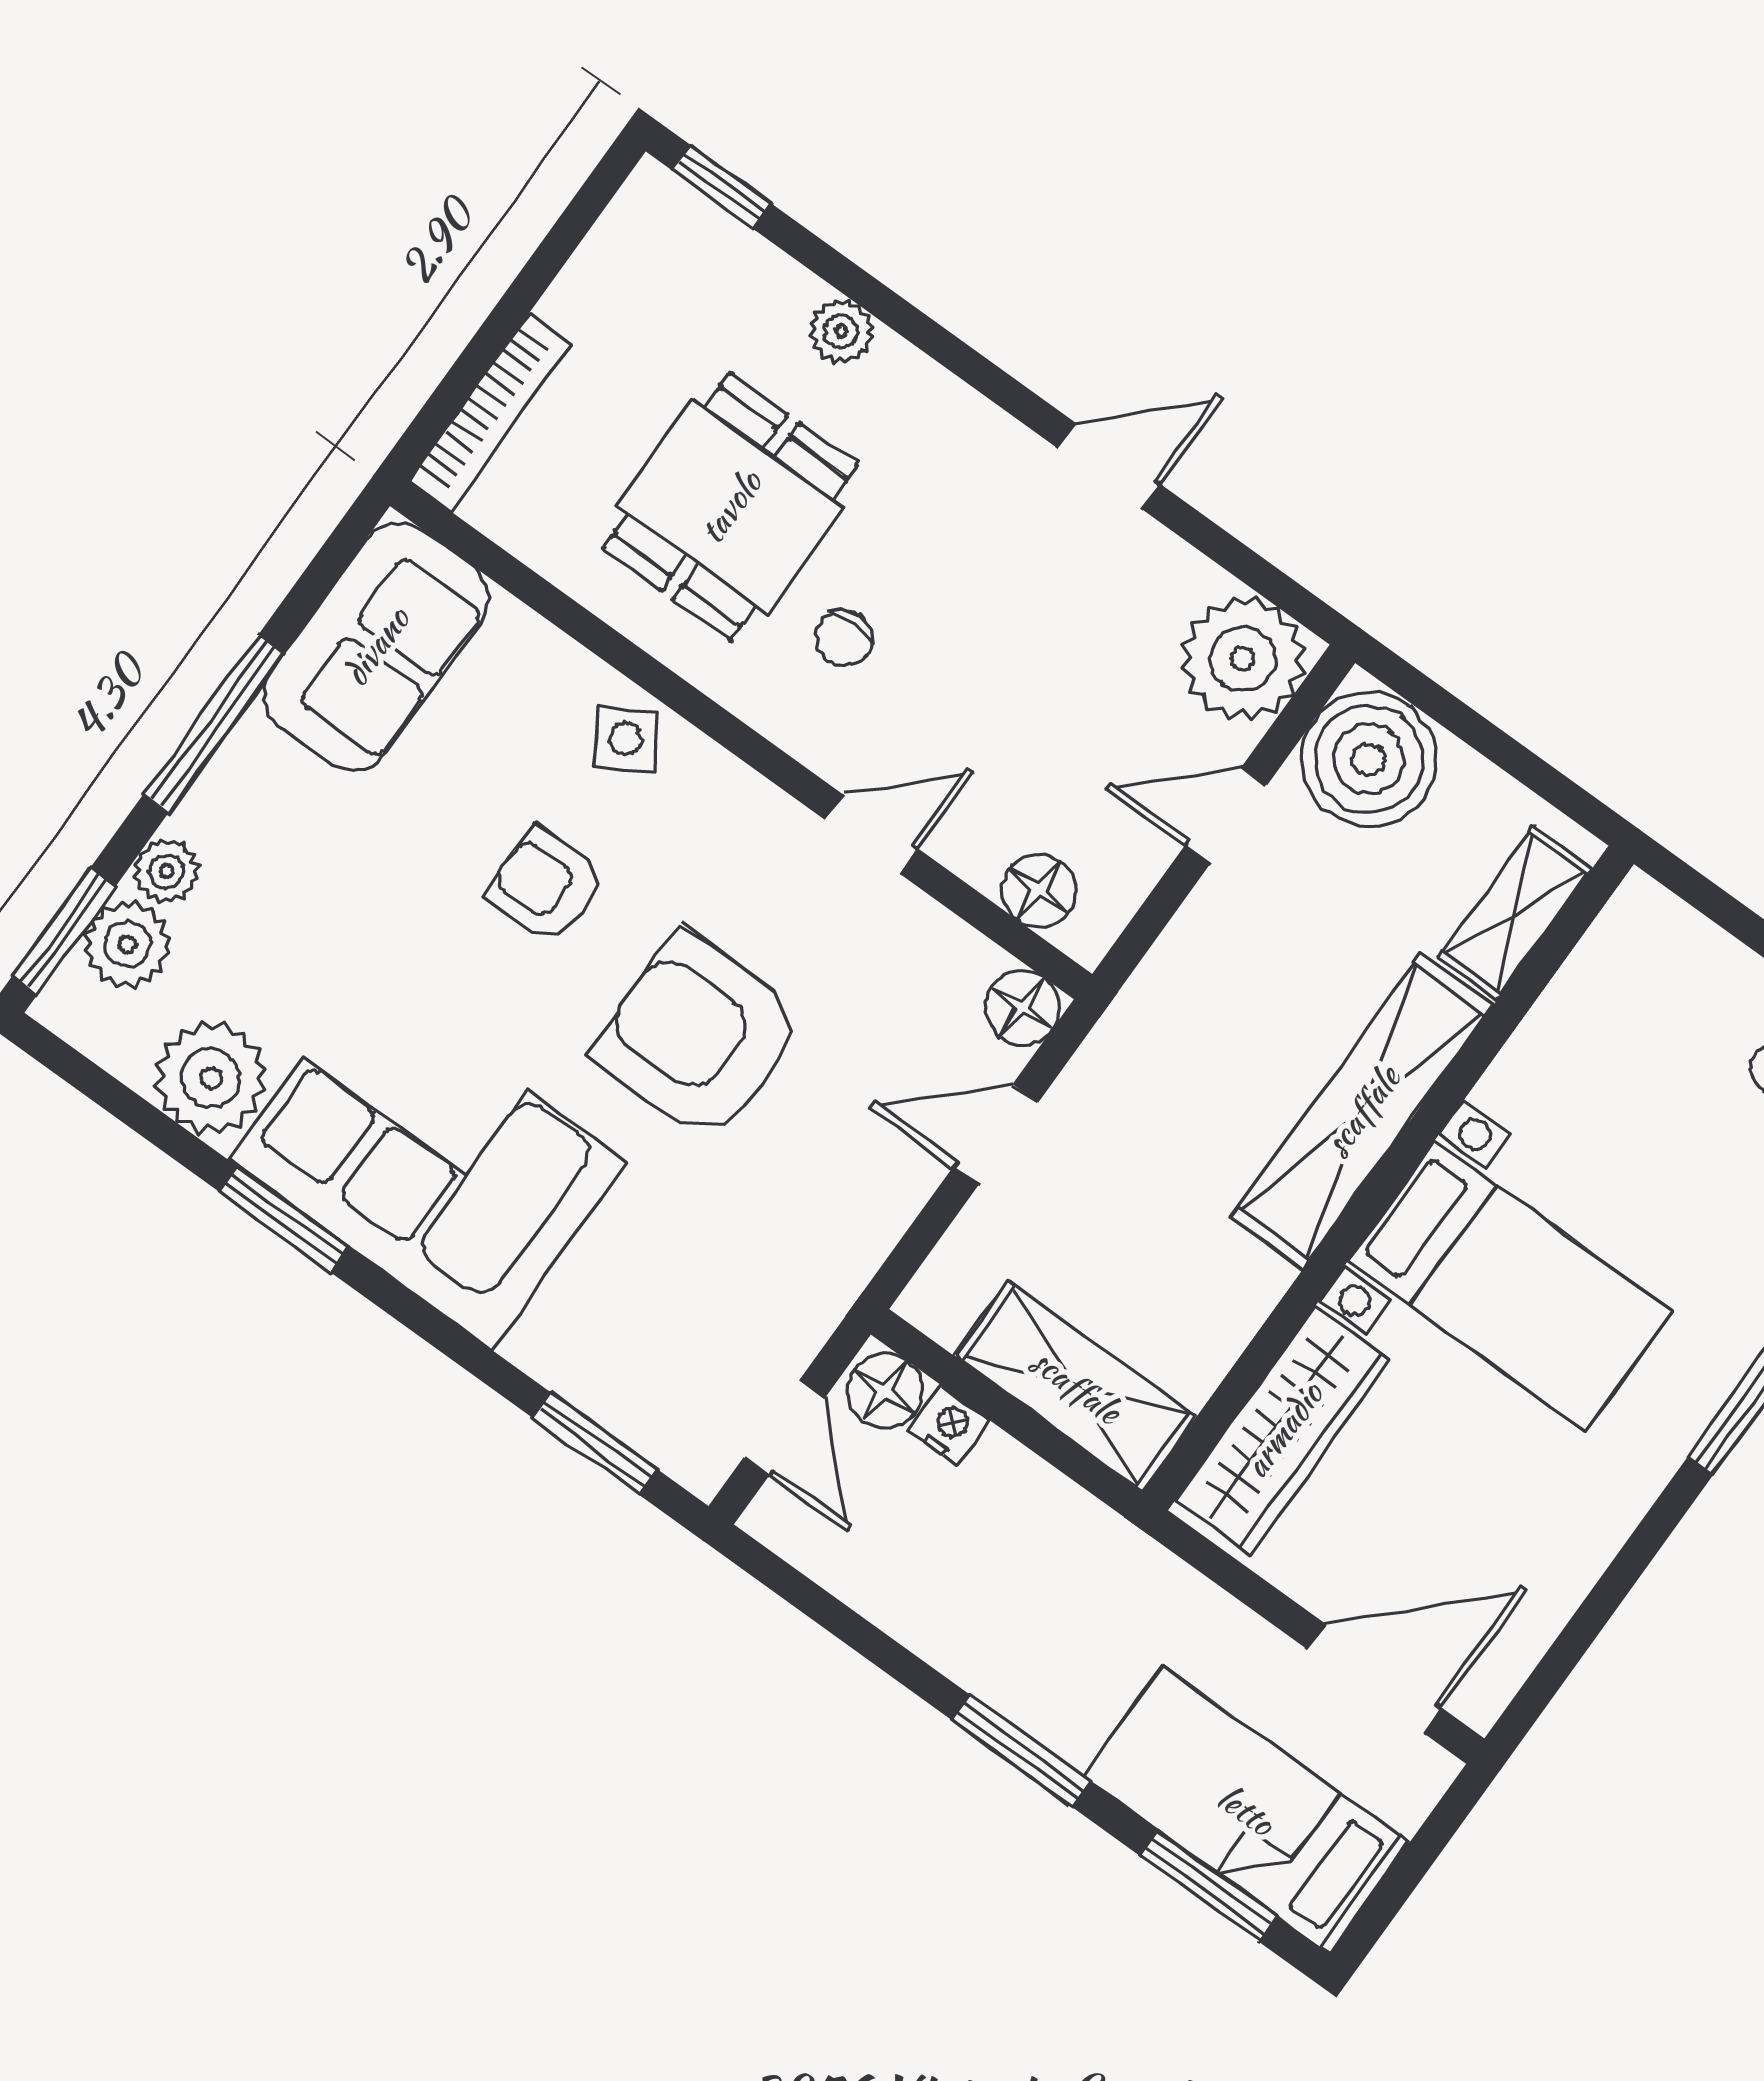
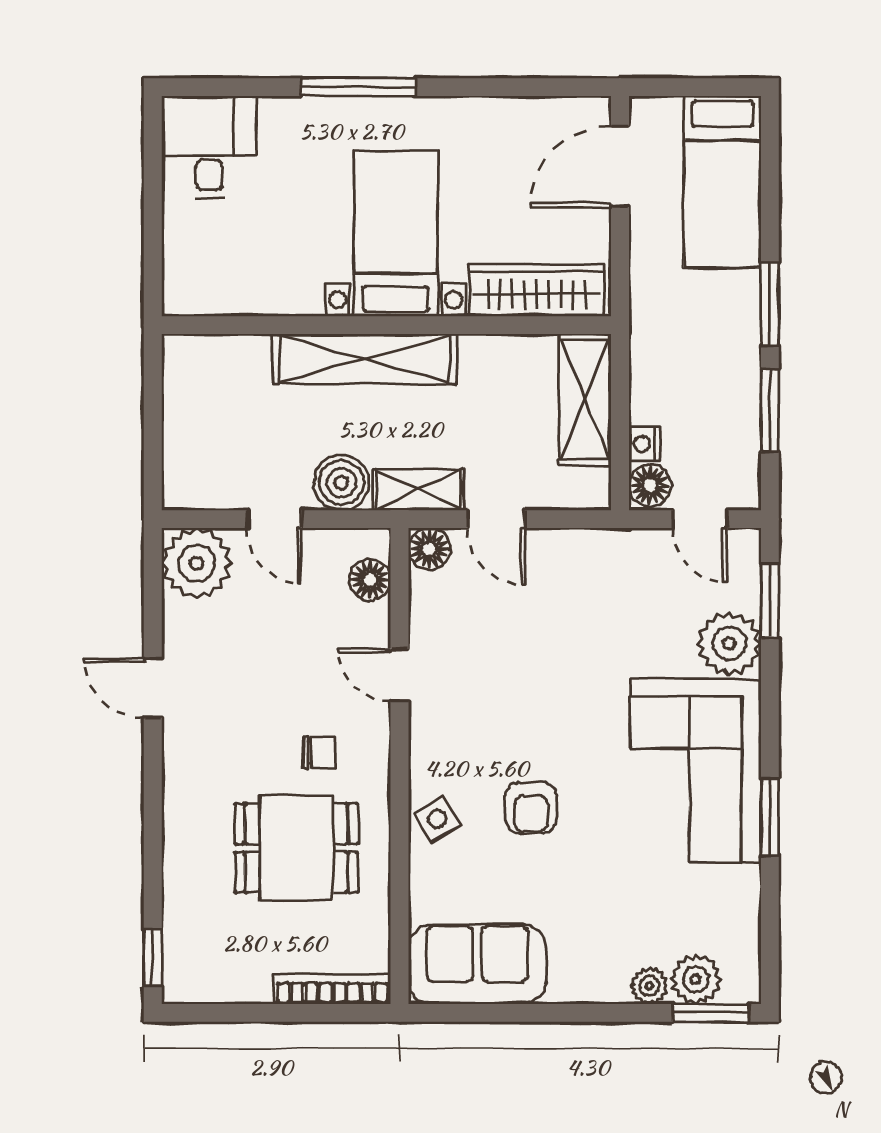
plant: (841, 331) -> (179, 855), removed
window: (213, 724) -> (566, 1013), removed
boiler: (1369, 759) -> (341, 483), moved, width x0.73, depth x0.73
shelving: (1515, 913) -> (418, 490), moved
armchair: (699, 1037) -> (549, 687), removed
plant: (211, 1078) -> (729, 643), moved
door: (784, 1427) -> (700, 519), swing flipped
door: (1374, 1678) -> (620, 166), hinge flipped
window: (1208, 1886) -> (770, 410), moved

